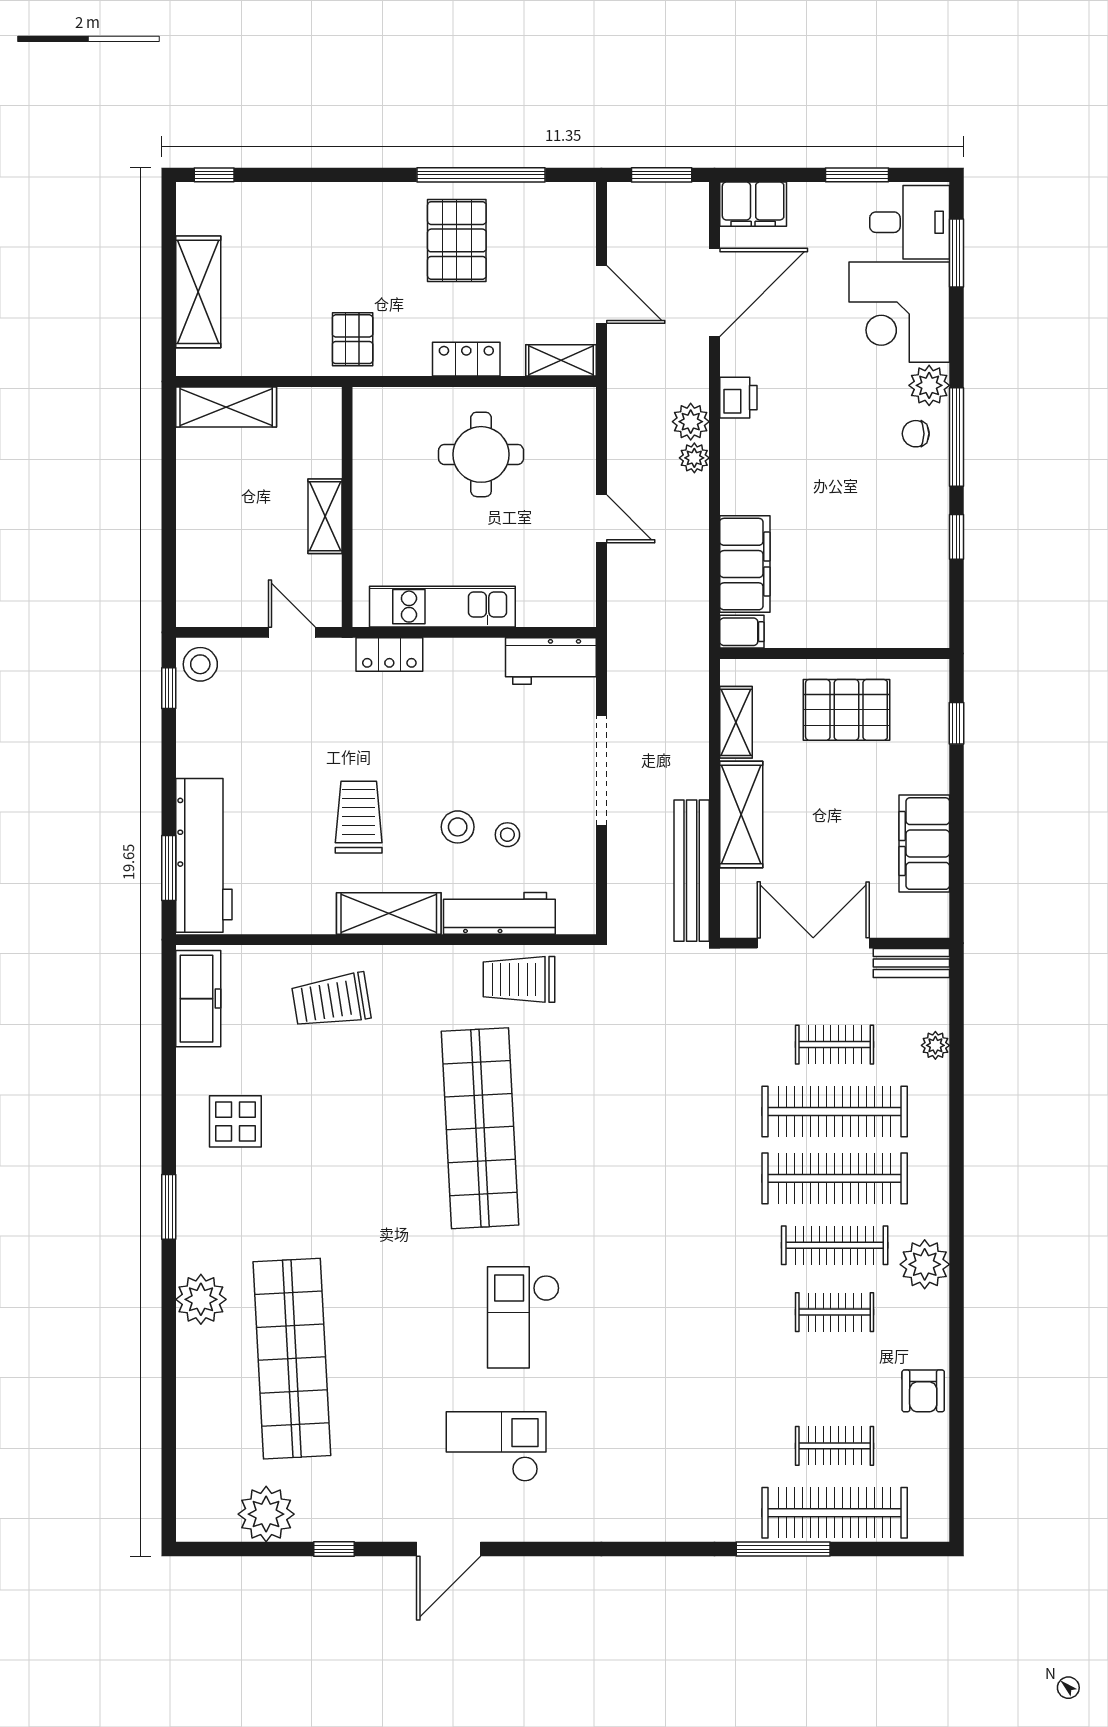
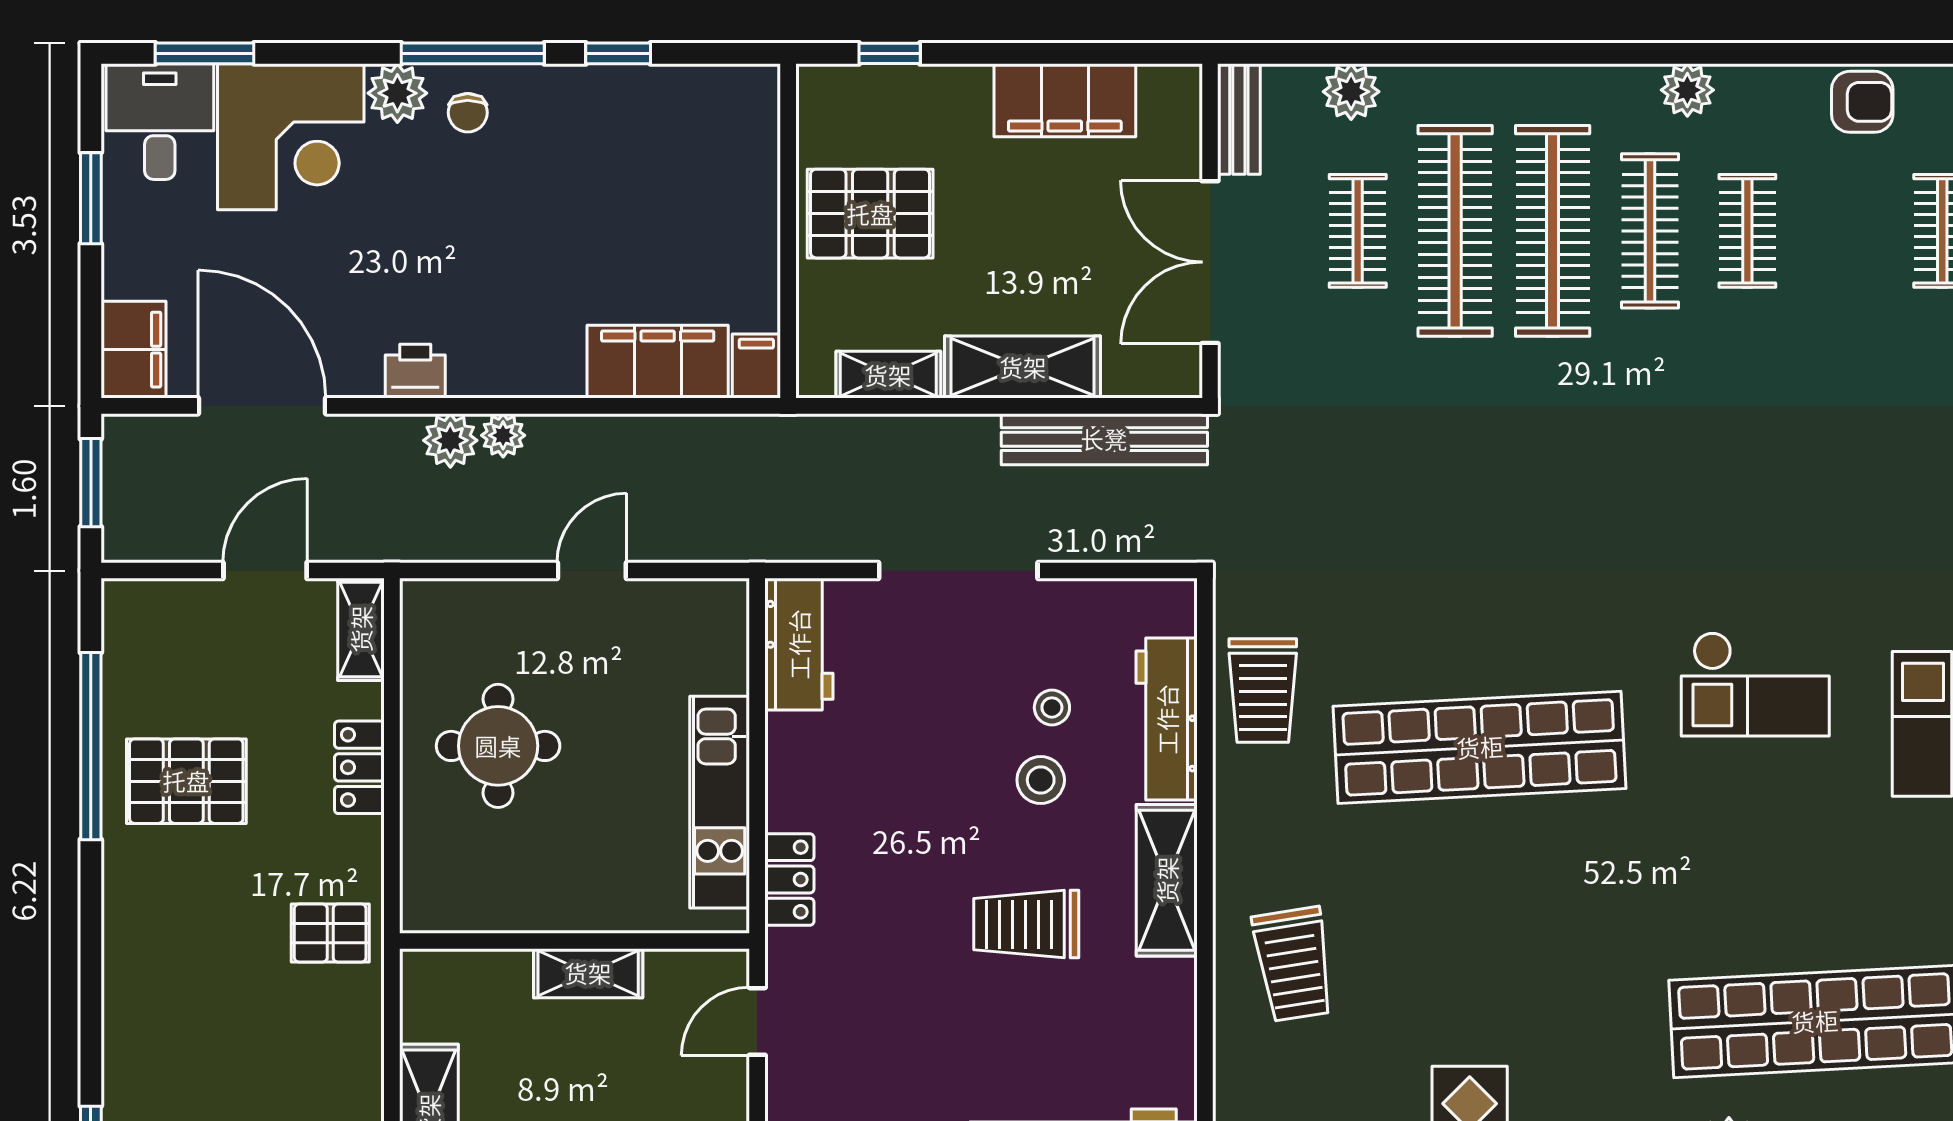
pallet: (846, 710) -> (870, 214), turned 90
plant: (935, 1045) -> (1351, 92), width x1.38, depth x1.38
plant: (925, 1264) -> (1687, 90), width x0.73, depth x0.73

